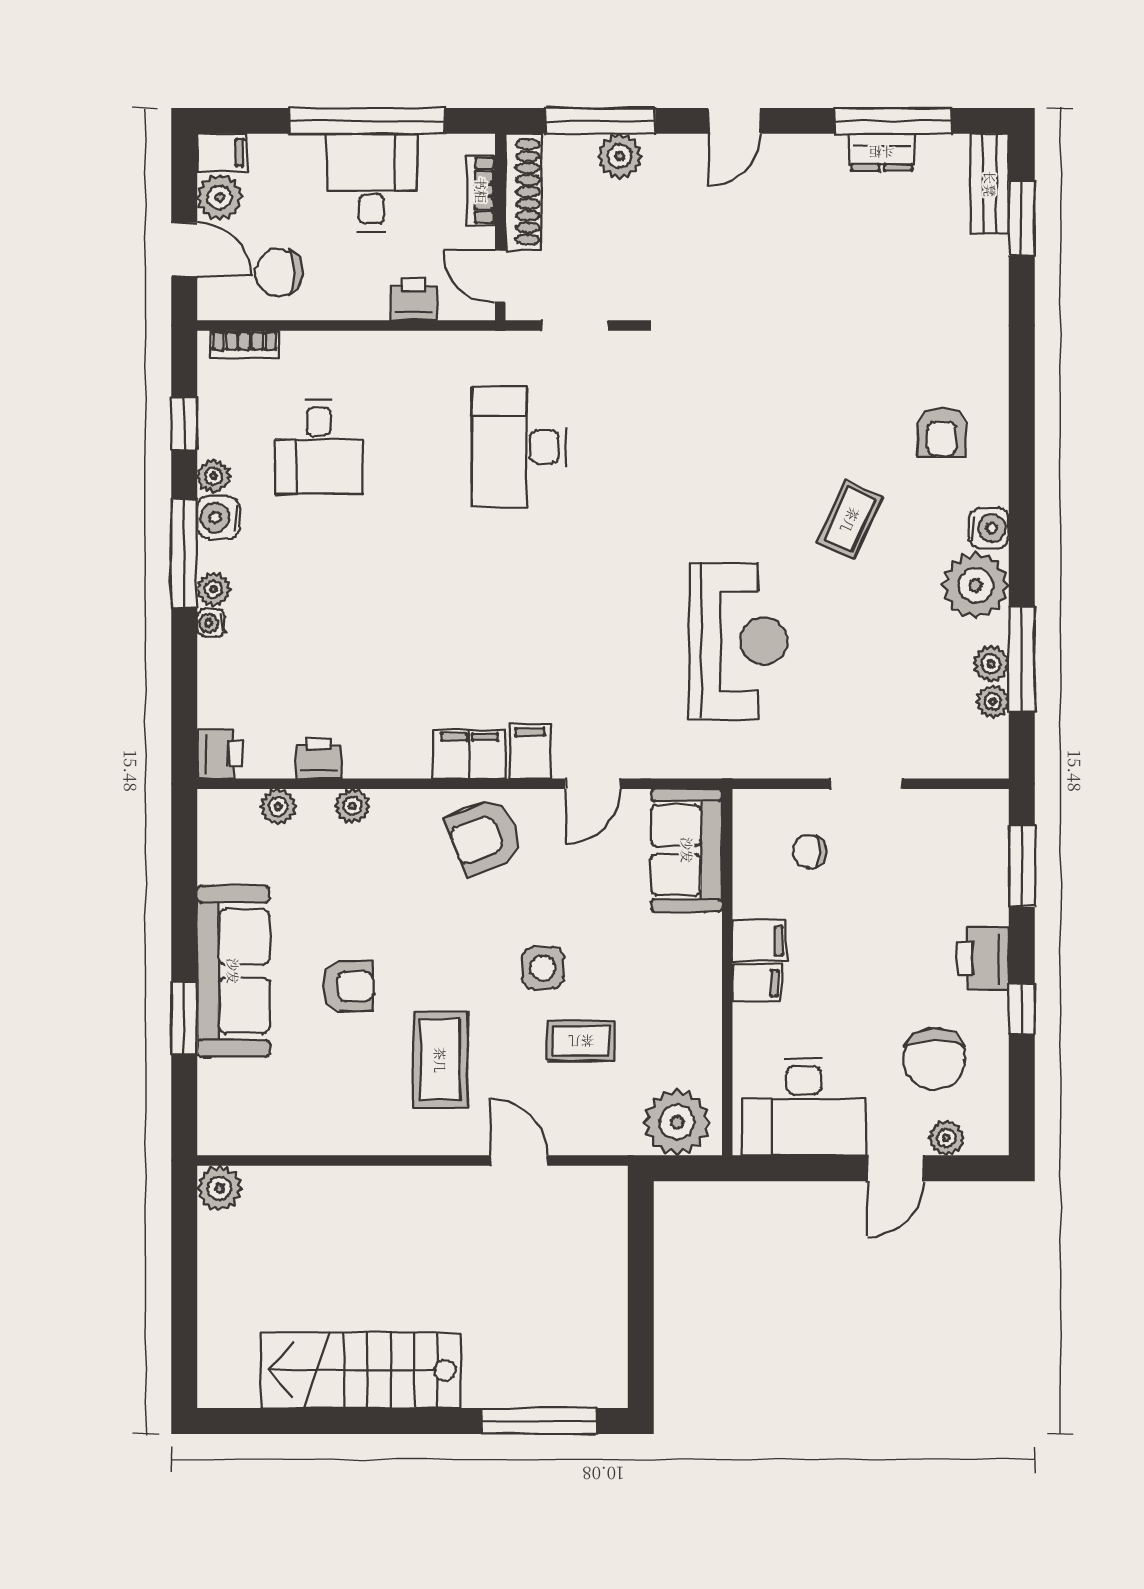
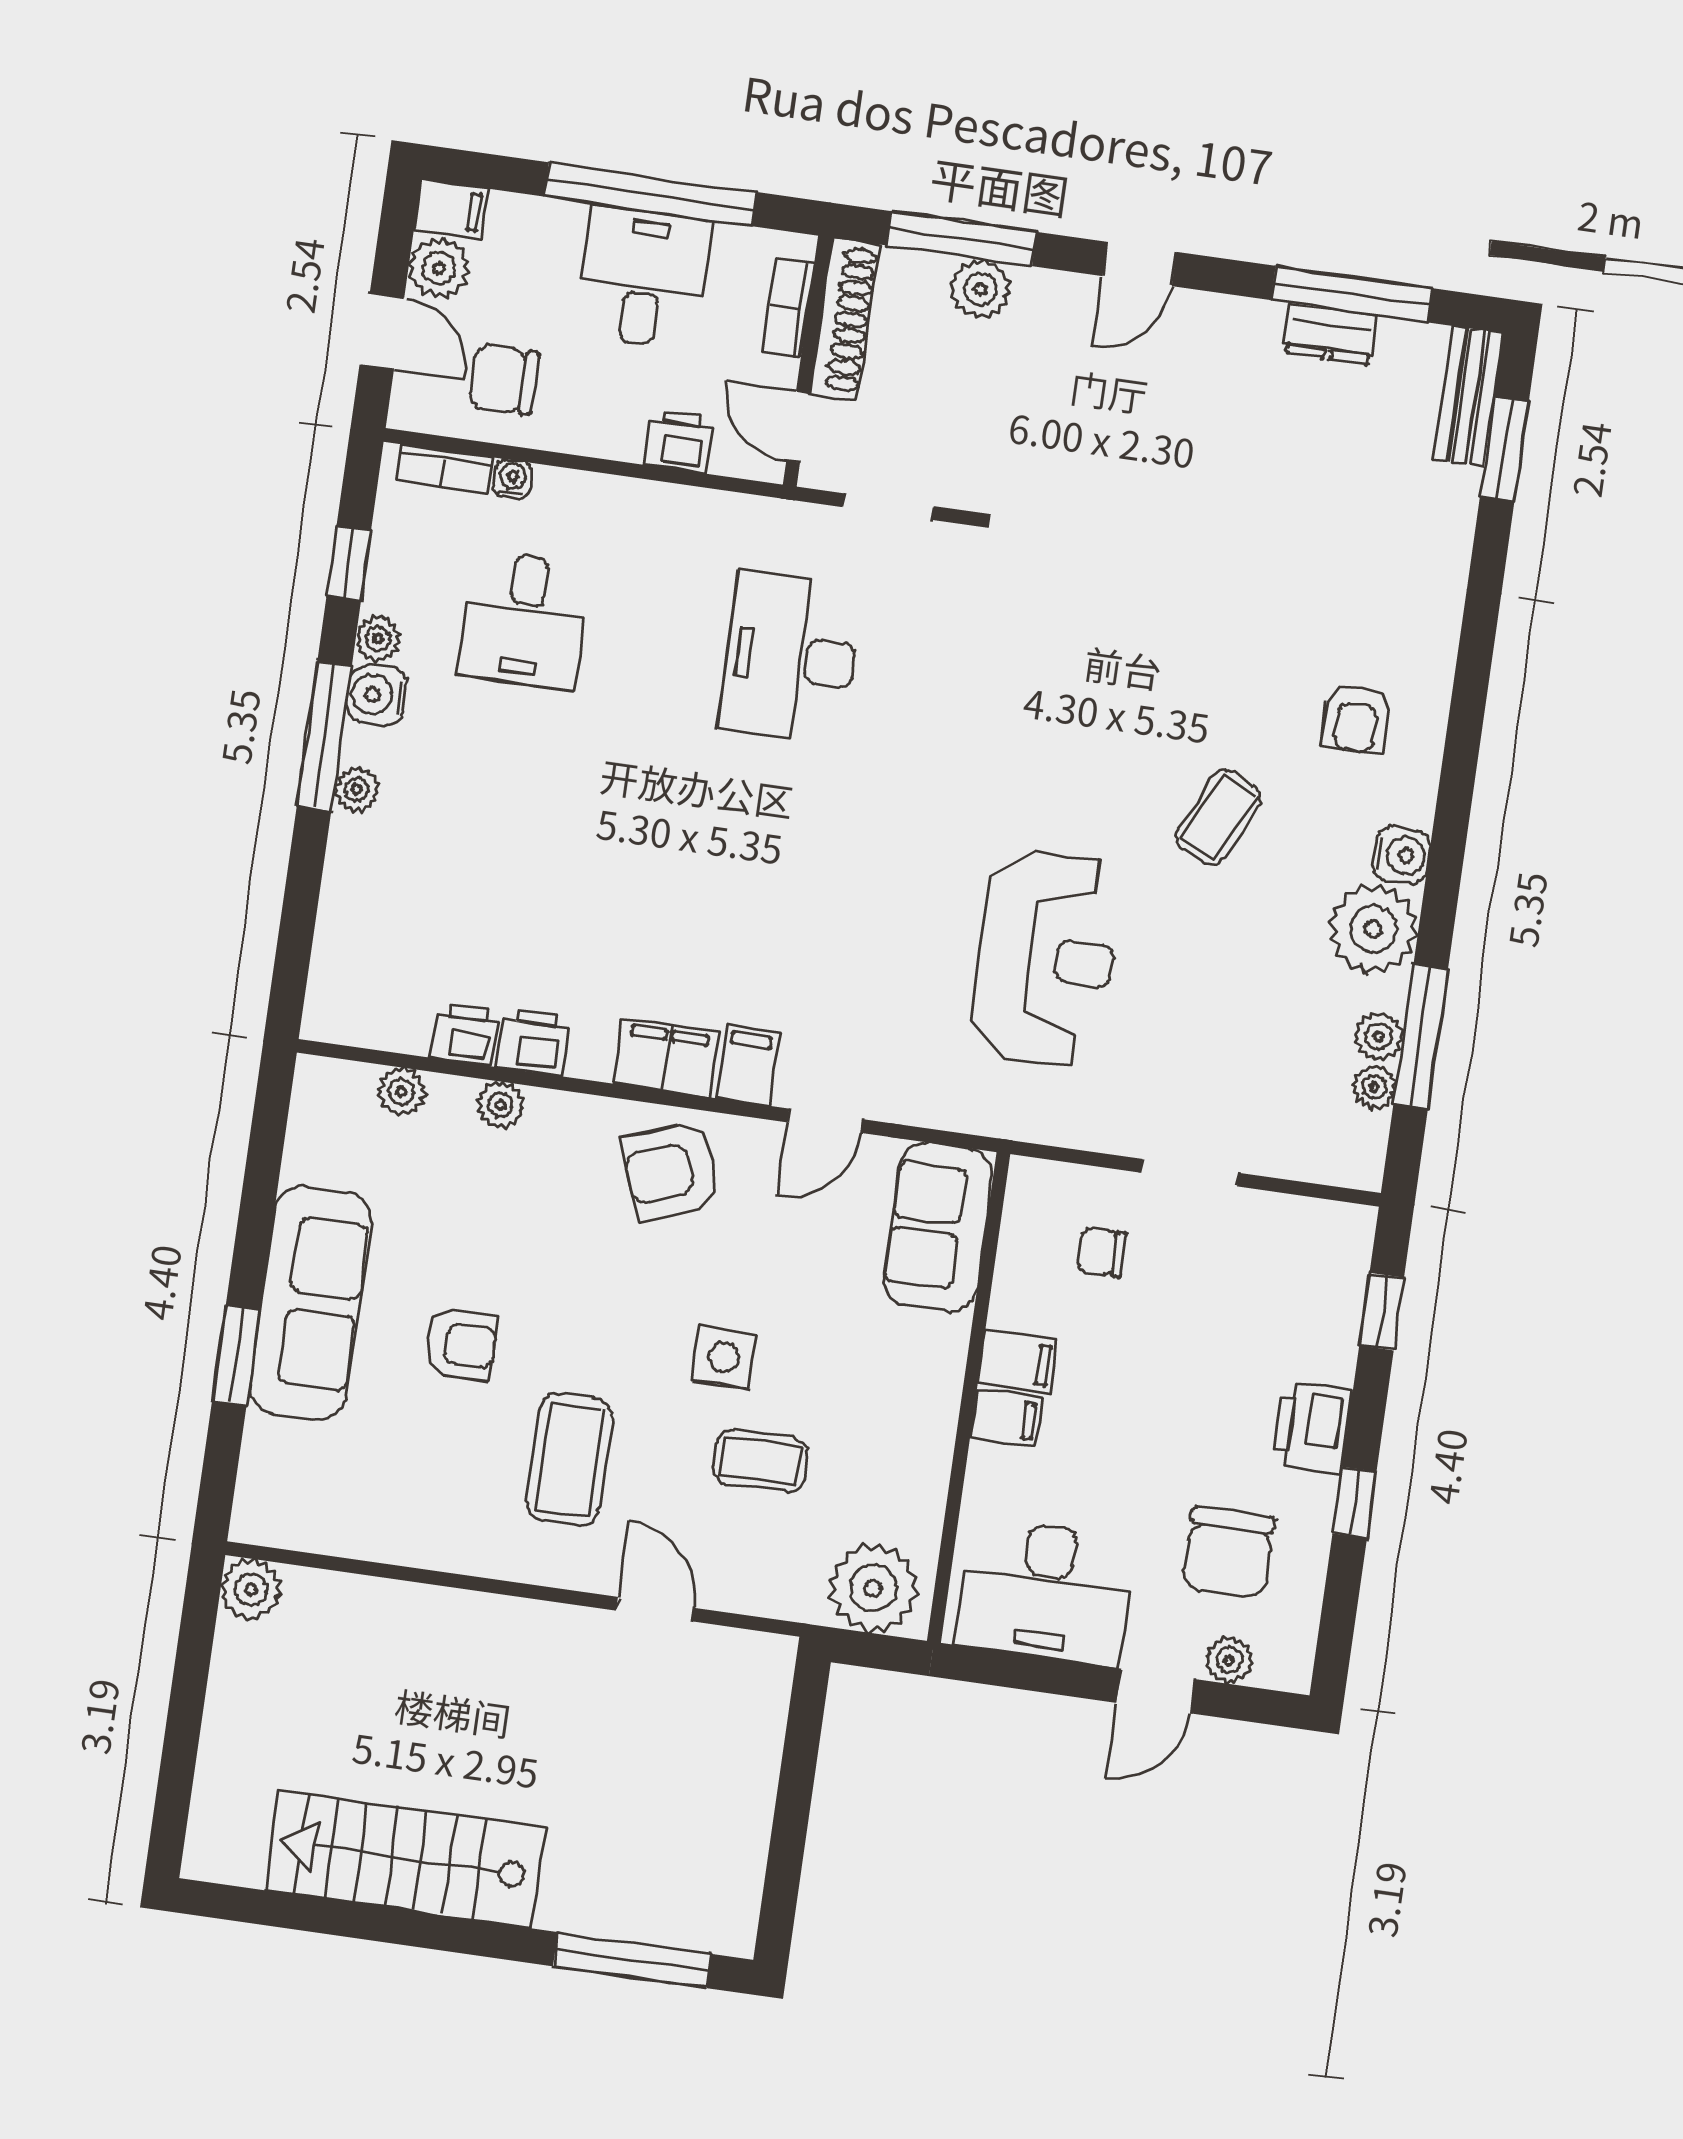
water cooler: (211, 623) -> (513, 479), moved, turned 90
printer: (219, 754) -> (533, 1042), moved, turned -90
window: (1022, 866) -> (1382, 1312), width x0.67

